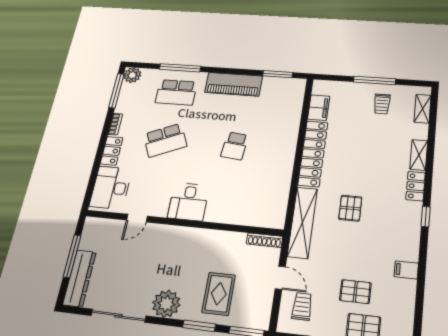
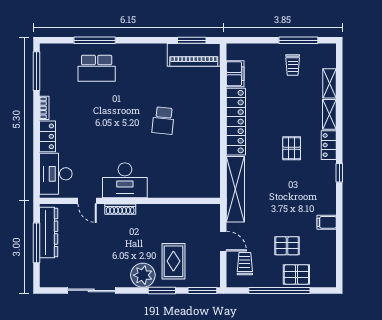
plant: (132, 75) -> (48, 52), removed
window: (374, 80) -> (298, 40), moved
piano: (234, 84) -> (194, 55), moved
shelving: (423, 109) -> (329, 83), moved
school desk: (165, 140) -> (97, 121), removed
desk: (188, 202) -> (125, 180), width x1.37
pallet: (350, 208) -> (292, 148), moved
door: (137, 218) -> (87, 201), hinge flipped
shoe rack: (265, 240) -> (120, 209), moved
dresser: (80, 278) -> (49, 233), moved
plant: (166, 304) -> (143, 275), moved

